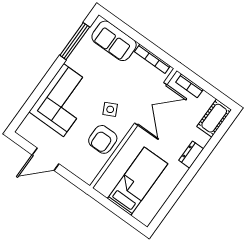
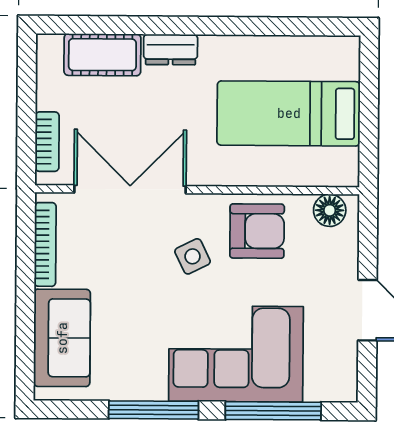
window: (75, 41) -> (154, 410), moved
window: (33, 99) -> (273, 411), added
cot: (214, 118) -> (102, 55), moved
floor lamp: (92, 171) -> (330, 210), added

